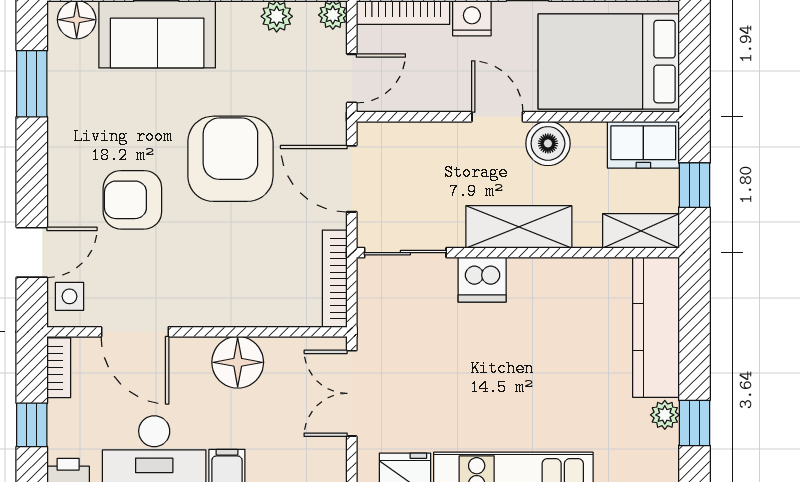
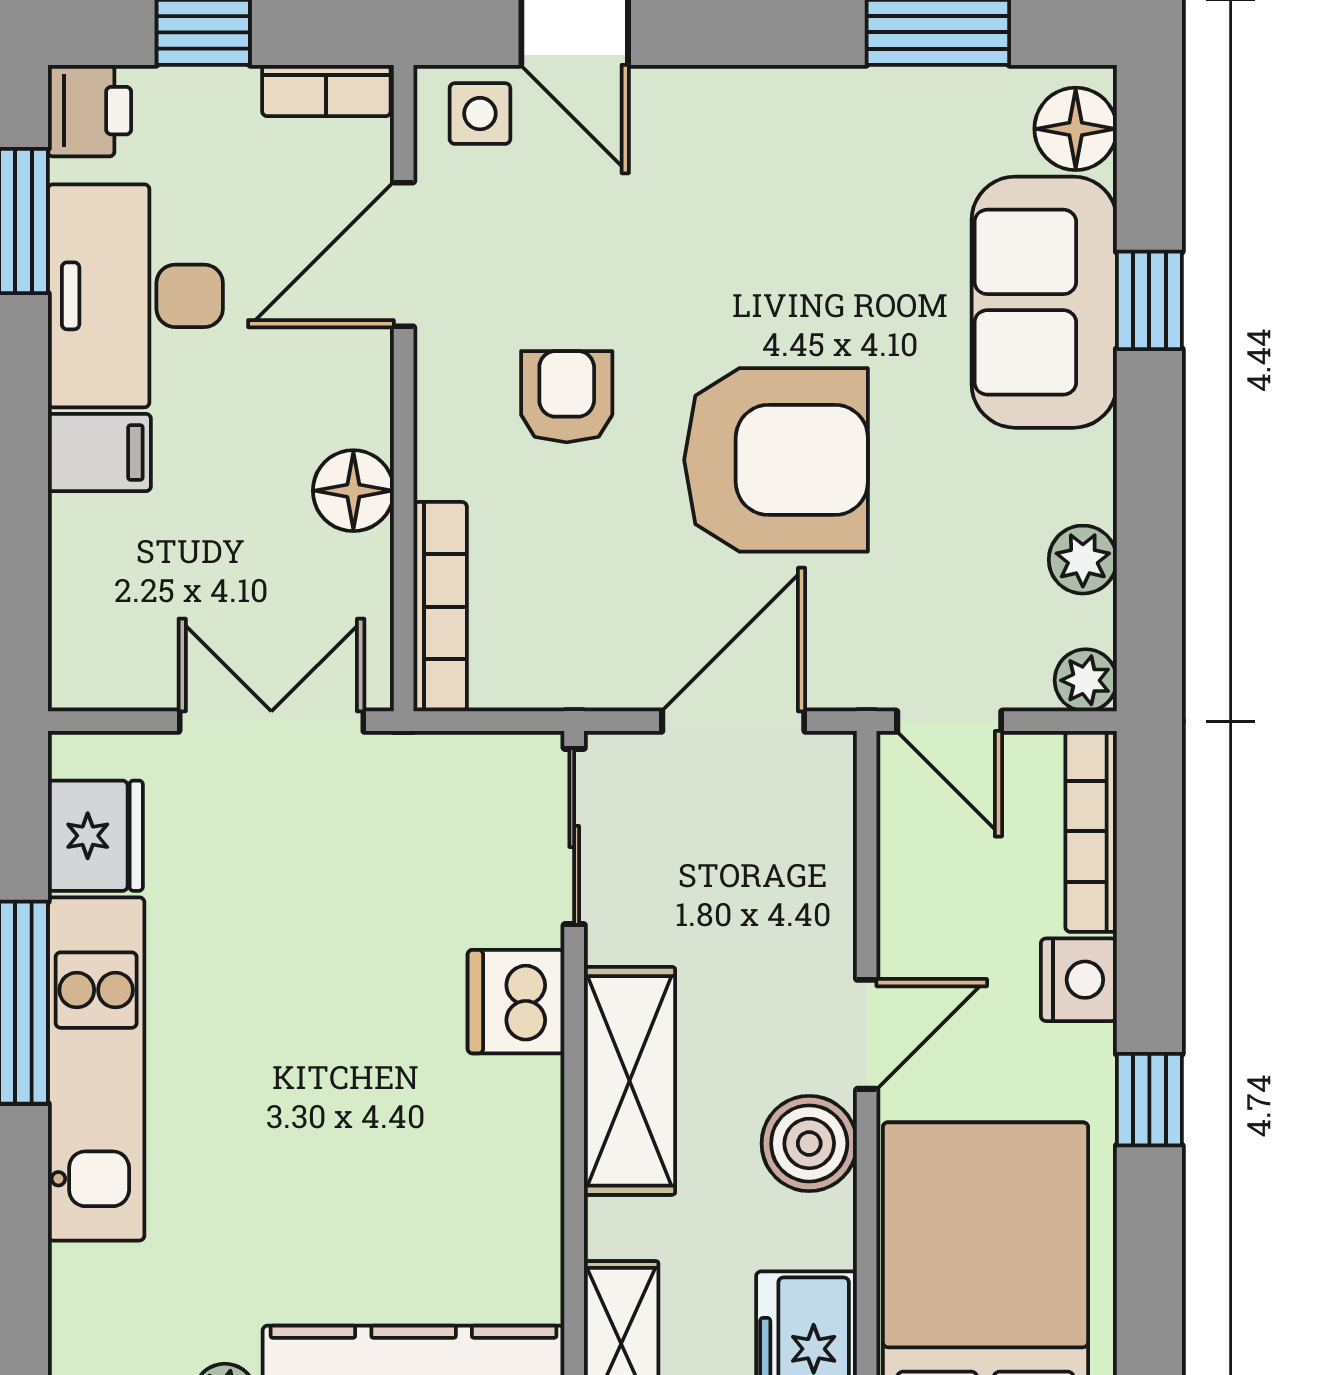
armchair: (132, 200) -> (567, 397), moved, width x0.72, depth x0.72
bookcase: (335, 279) -> (440, 607), moved, turned 90
floor lamp: (238, 362) -> (353, 491), width x0.73, depth x0.73

